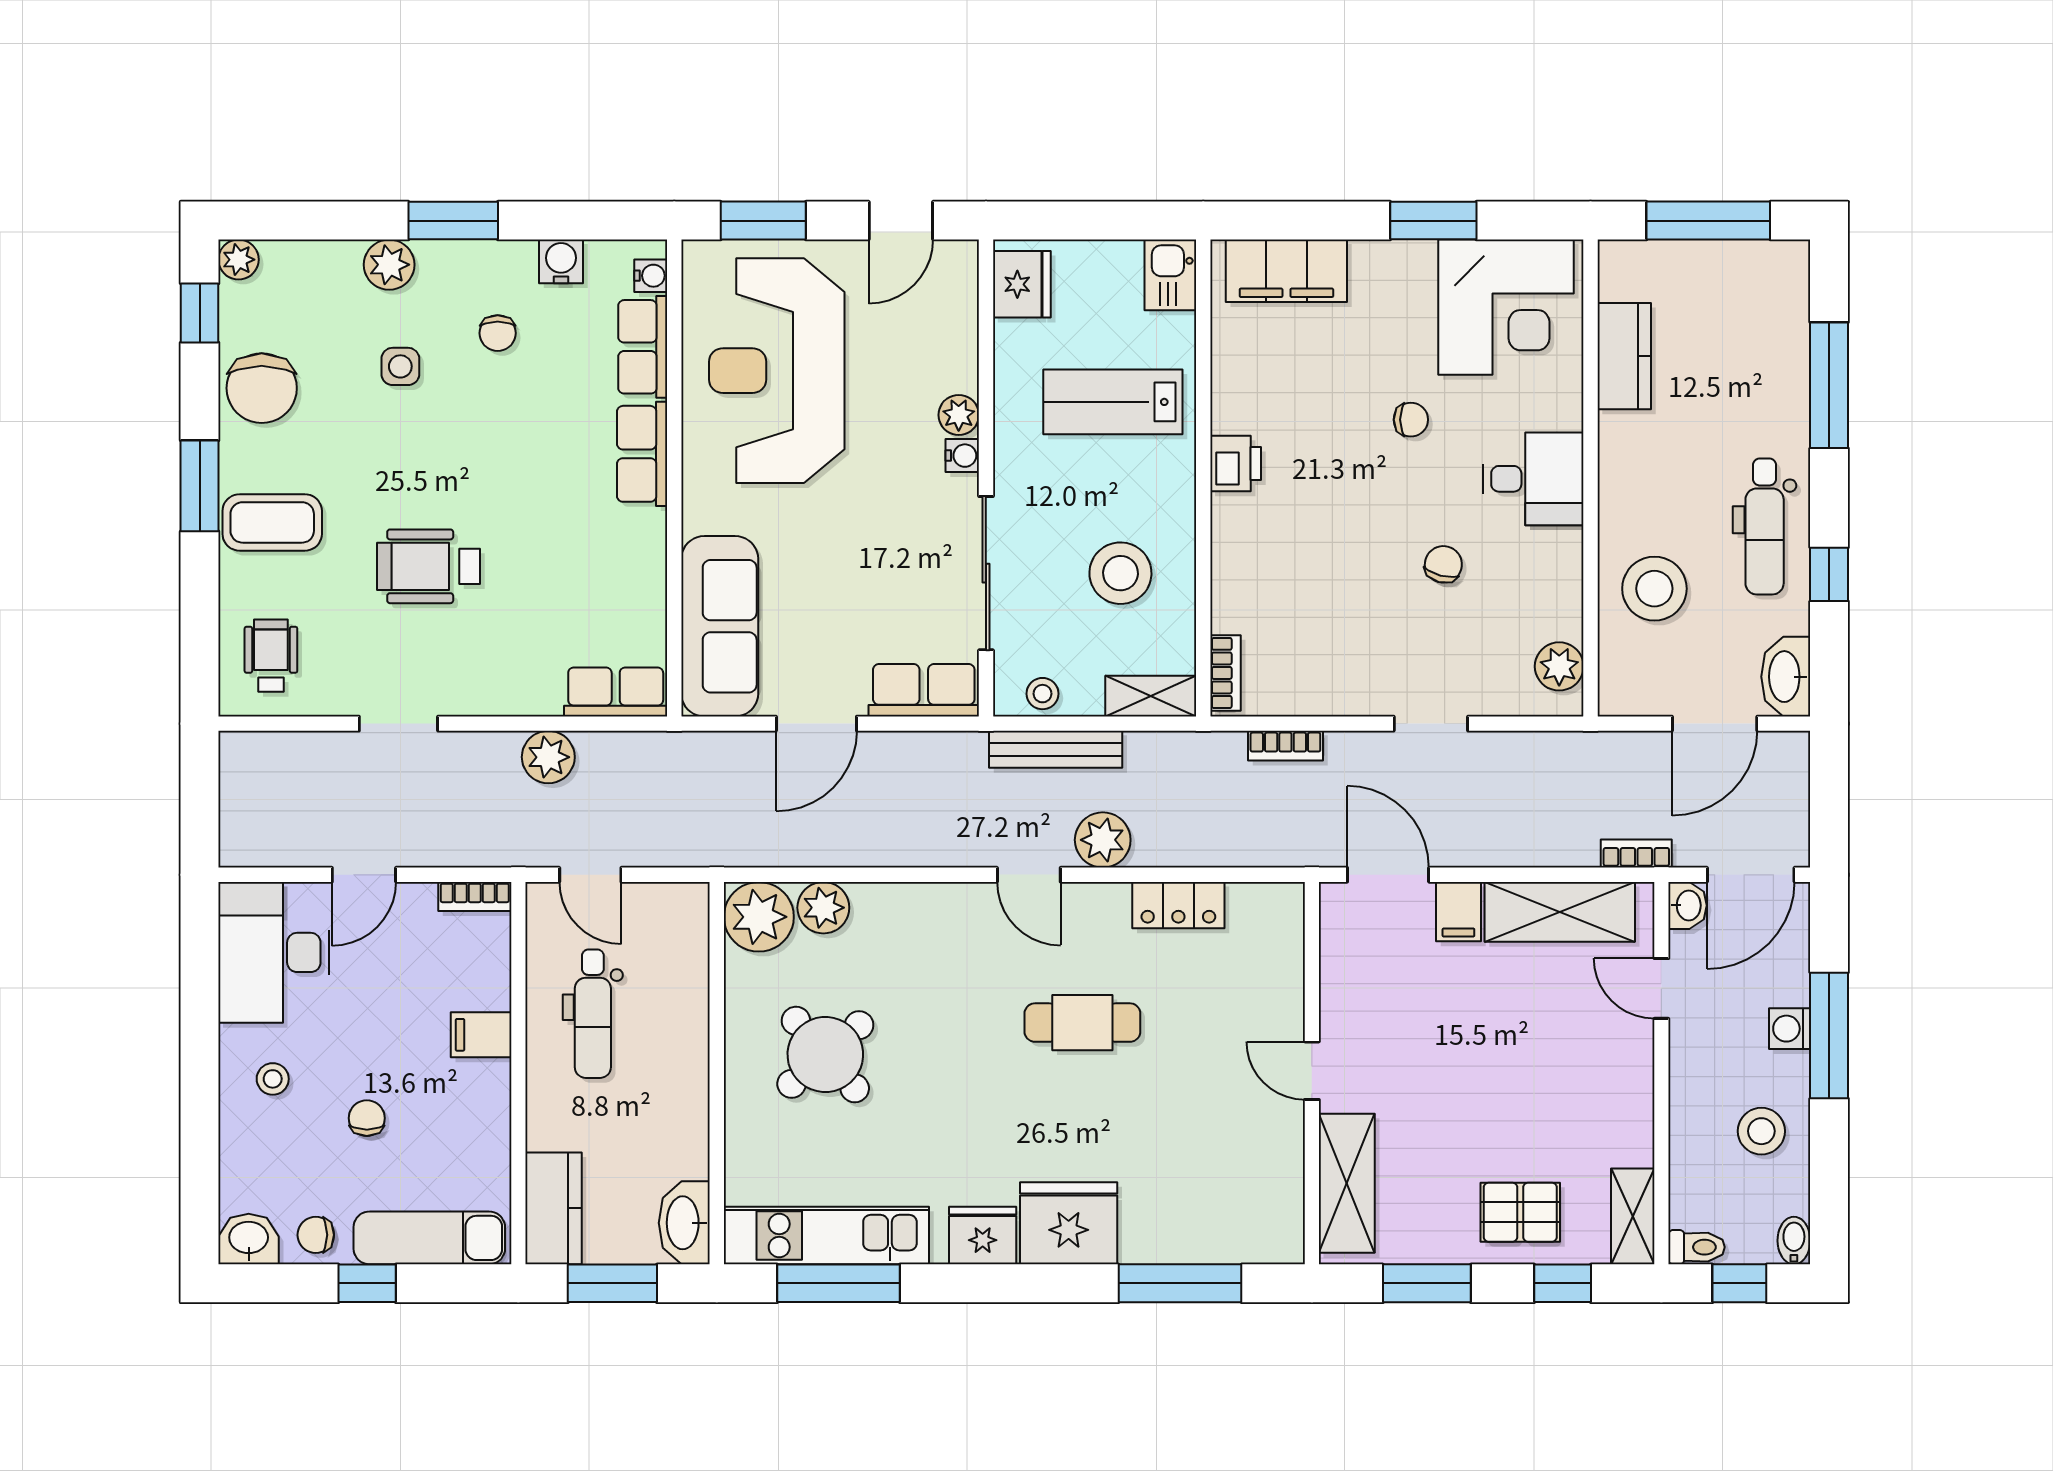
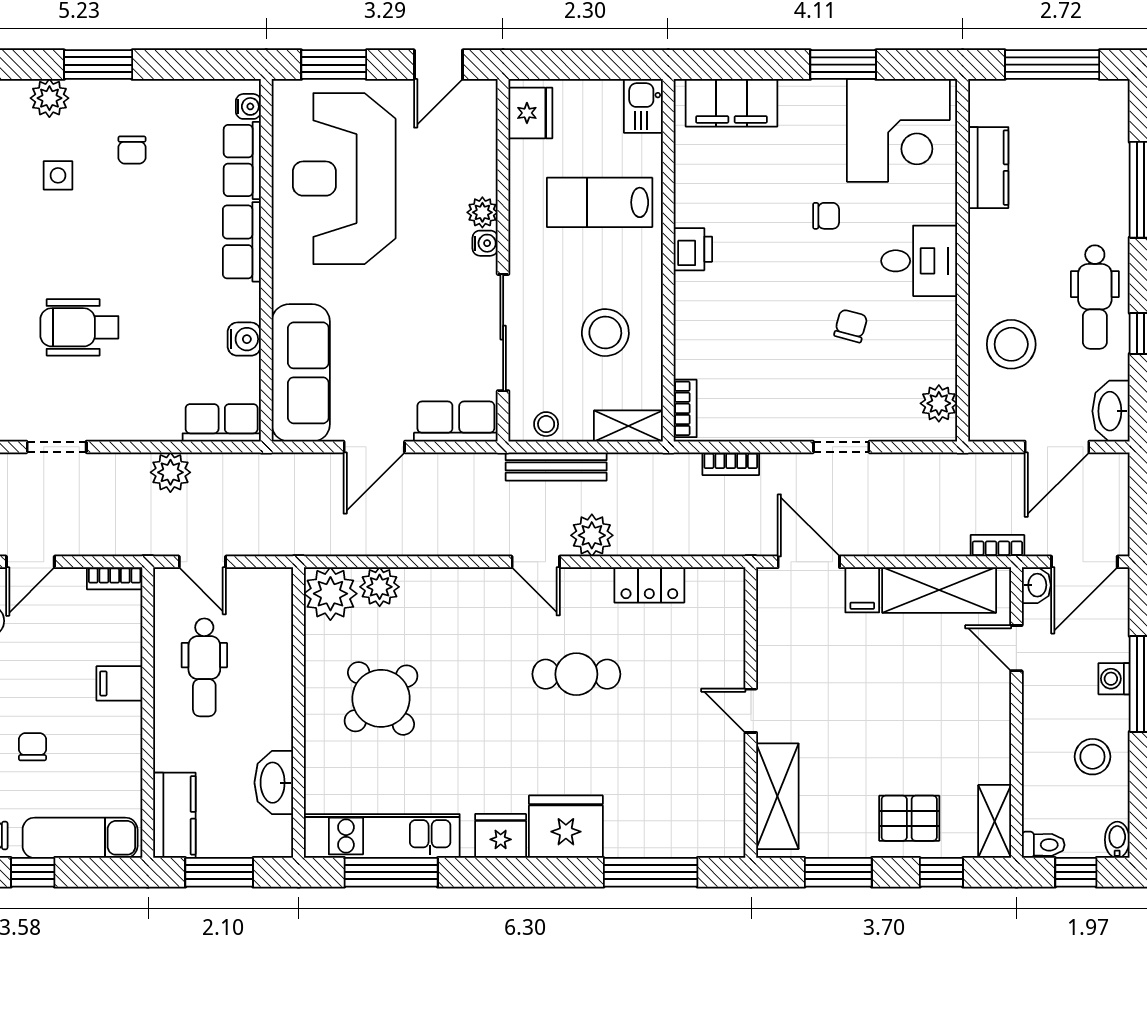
water cooler: (561, 261) -> (244, 339), moved, turned 90
washbasin: (684, 1223) -> (274, 783), moved

